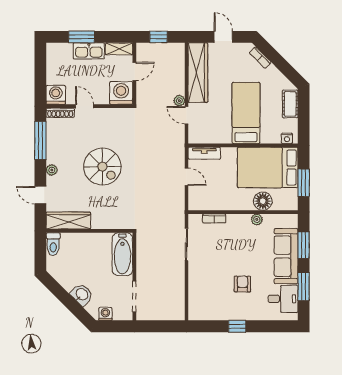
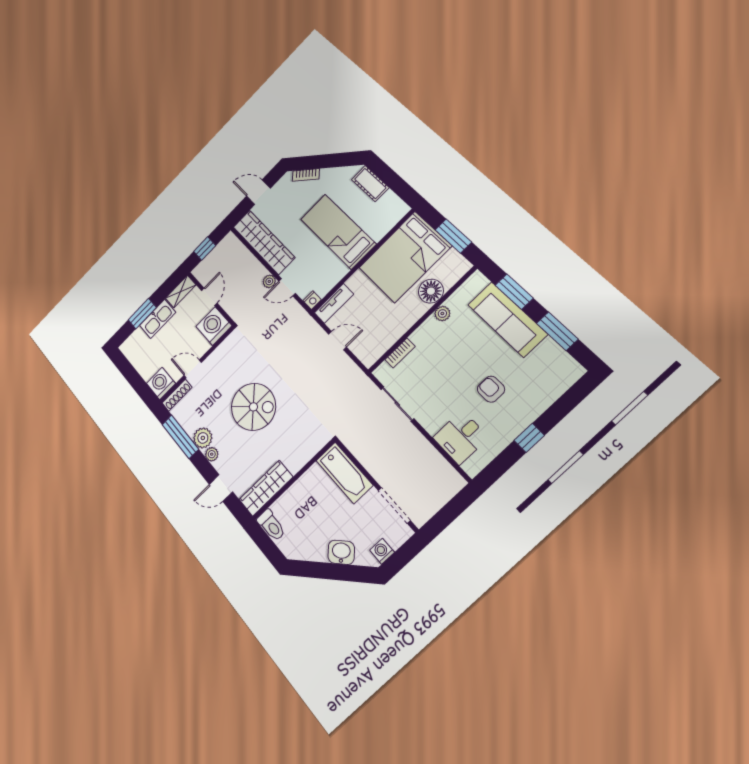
nightstand: (287, 138) -> (312, 300), moved
plant: (54, 155) -> (203, 438), added
desk: (283, 299) -> (461, 437), moved, turned 180

